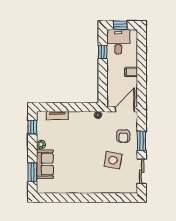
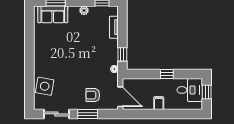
window: (103, 52) -> (167, 74), moved
window: (84, 107) -> (122, 54), added
side table: (113, 160) -> (45, 86), moved
sofa: (45, 164) -> (53, 14), moved

